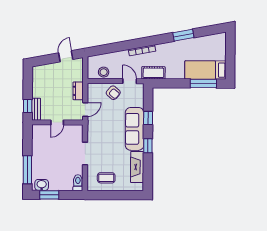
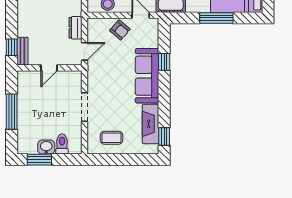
window: (203, 84) -> (216, 18), moved
window: (148, 146) -> (164, 136), moved
window: (27, 170) -> (12, 112), moved
toilet: (78, 183) -> (62, 144), moved
washbasin: (42, 185) -> (46, 147), moved

